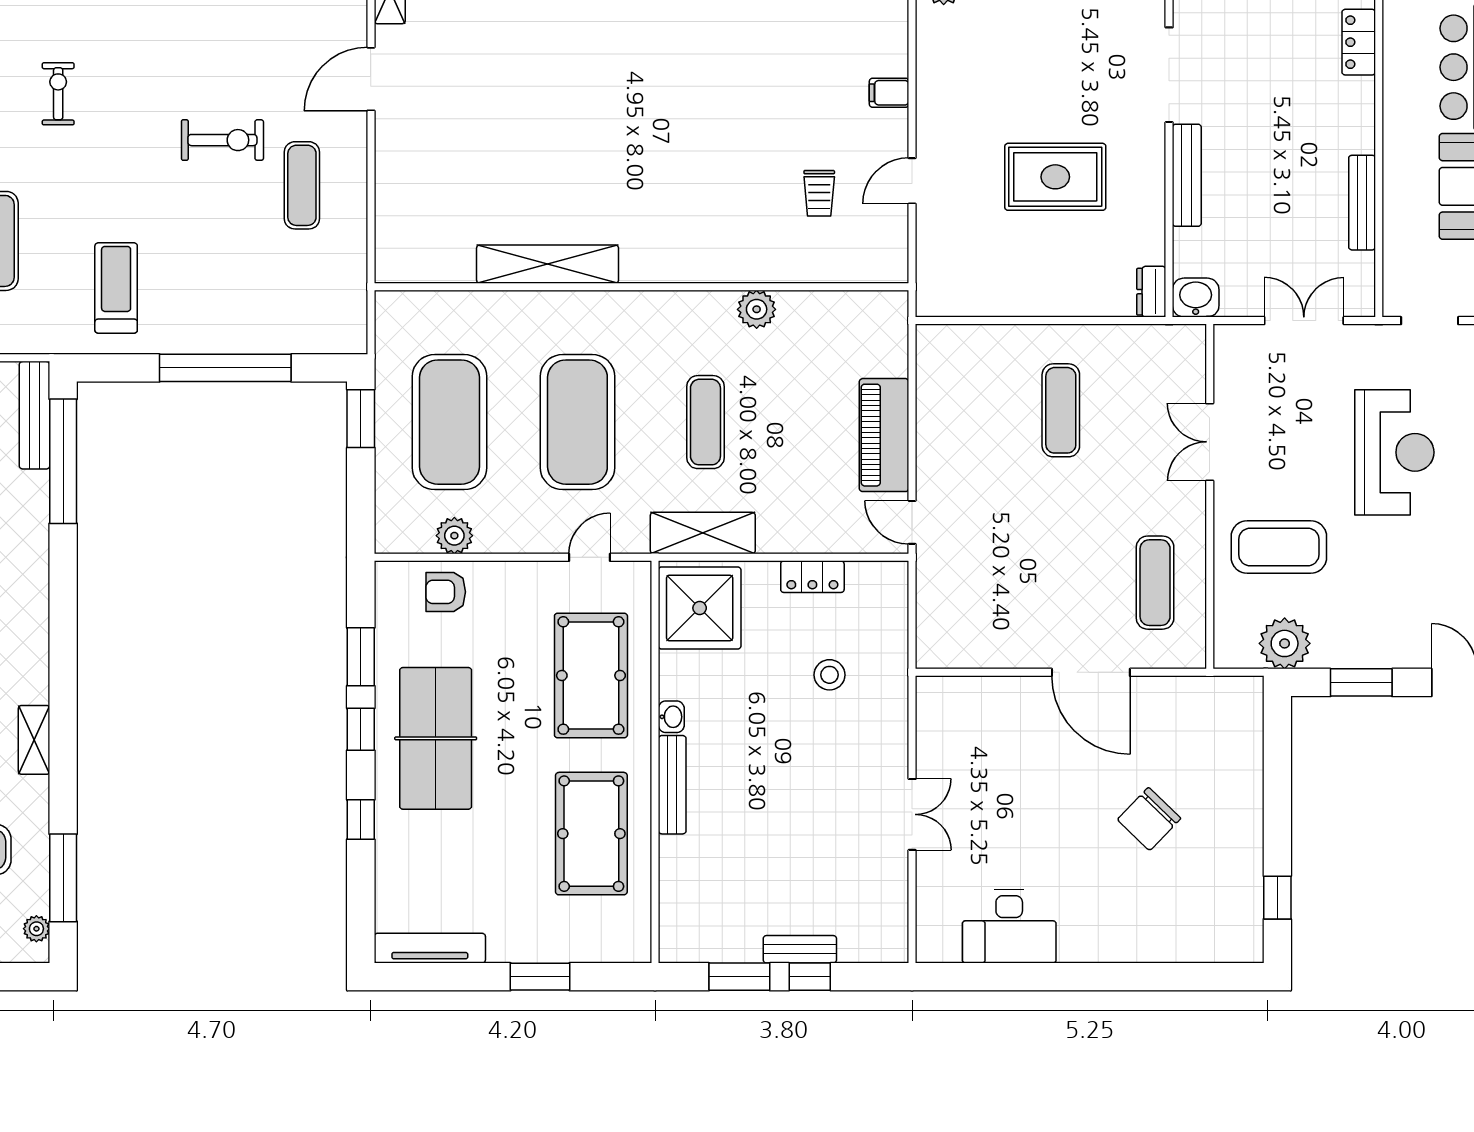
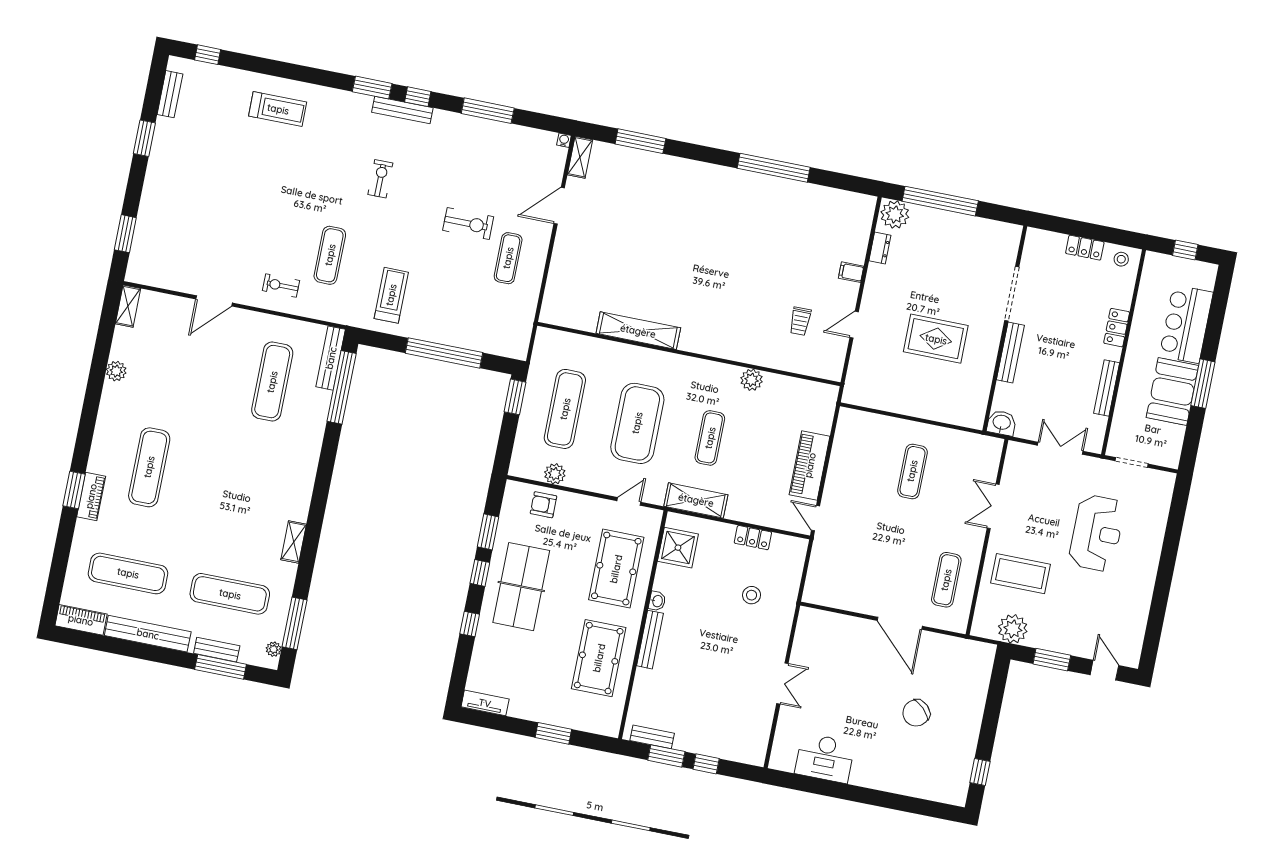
locker: (1359, 42) -> (1117, 328), moved
dresser: (1151, 292) -> (880, 248), moved, turned 180
exercise mat: (449, 422) -> (565, 409), width x0.68
shower: (700, 608) -> (678, 548), width x0.73, depth x0.73
tv unit: (430, 948) -> (485, 703), width x0.71
bench: (800, 949) -> (652, 737), moved

